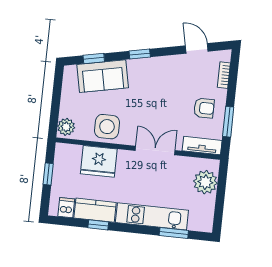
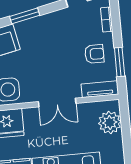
window: (140, 54) -> (25, 16), width x1.50
double door: (155, 150) -> (57, 103), swing flipped

